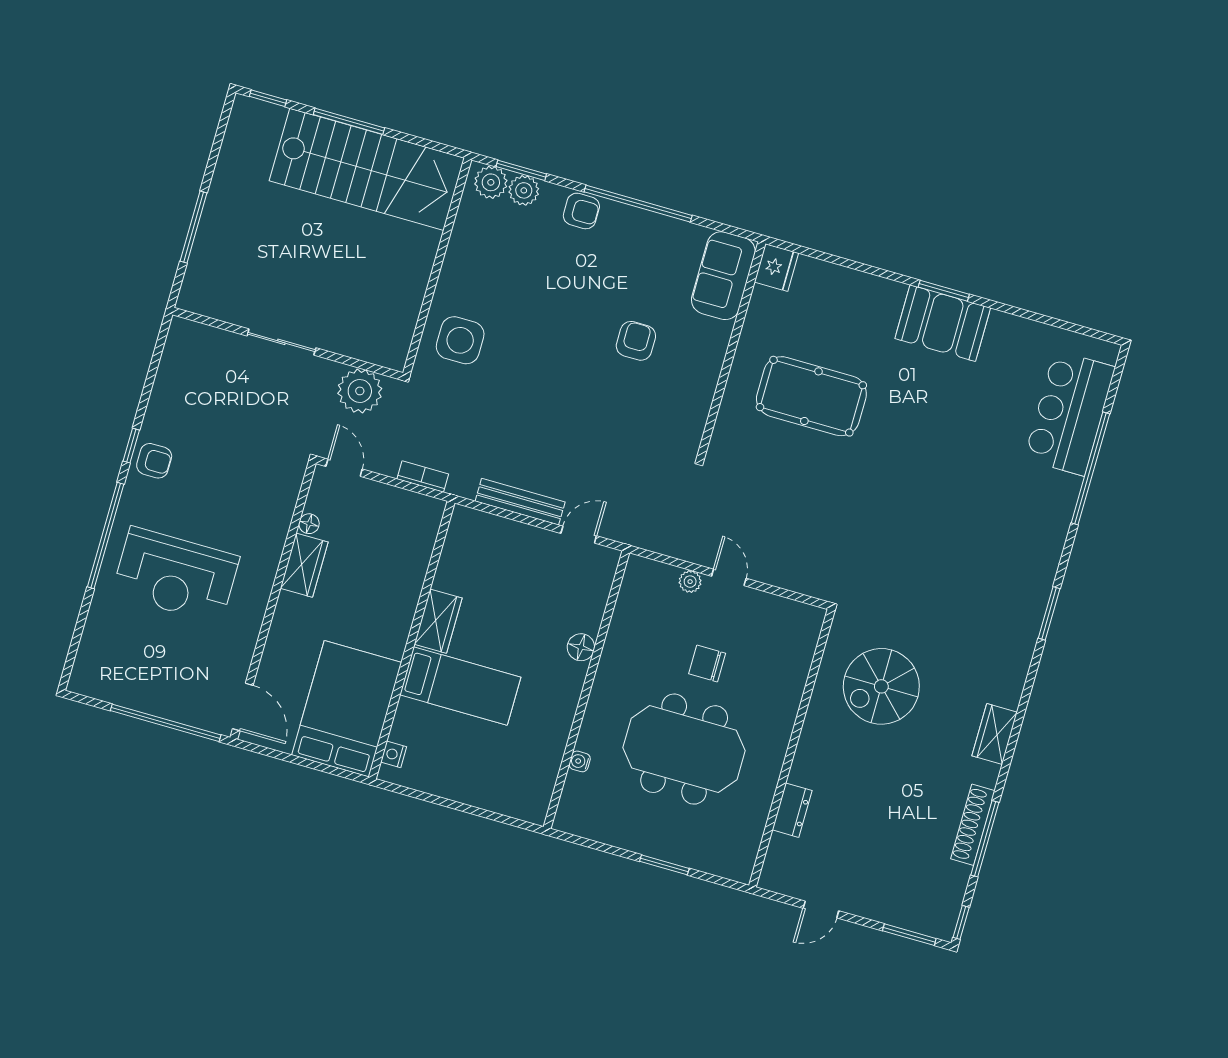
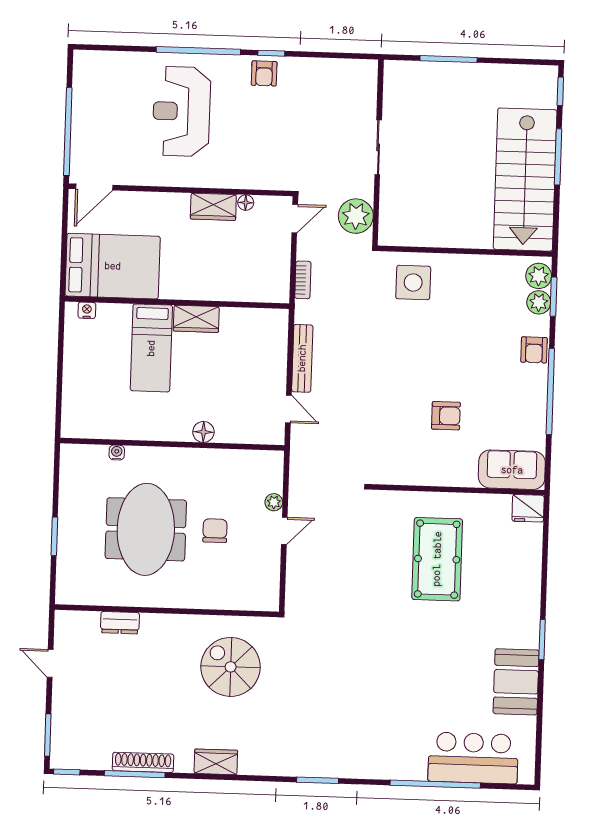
booth: (943, 323) -> (516, 682), moved

